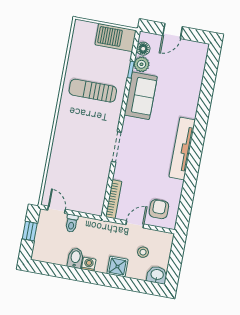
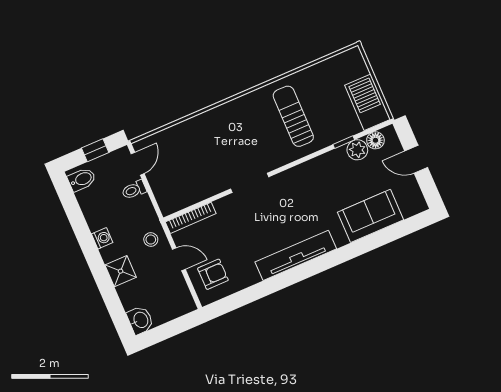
sofa: (141, 96) -> (371, 216), moved, turned 180
stool: (143, 252) -> (151, 240), moved
bidet: (75, 258) -> (82, 179), moved

